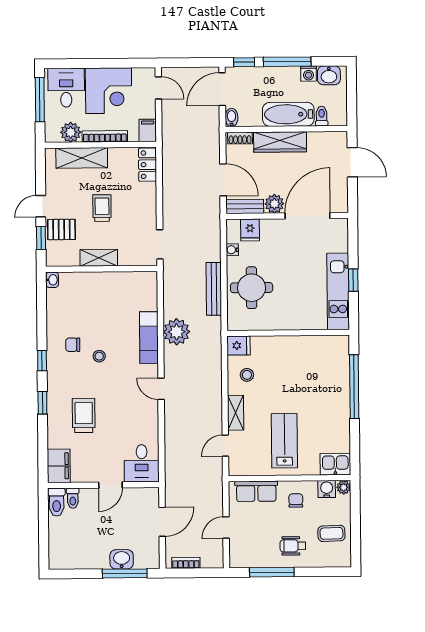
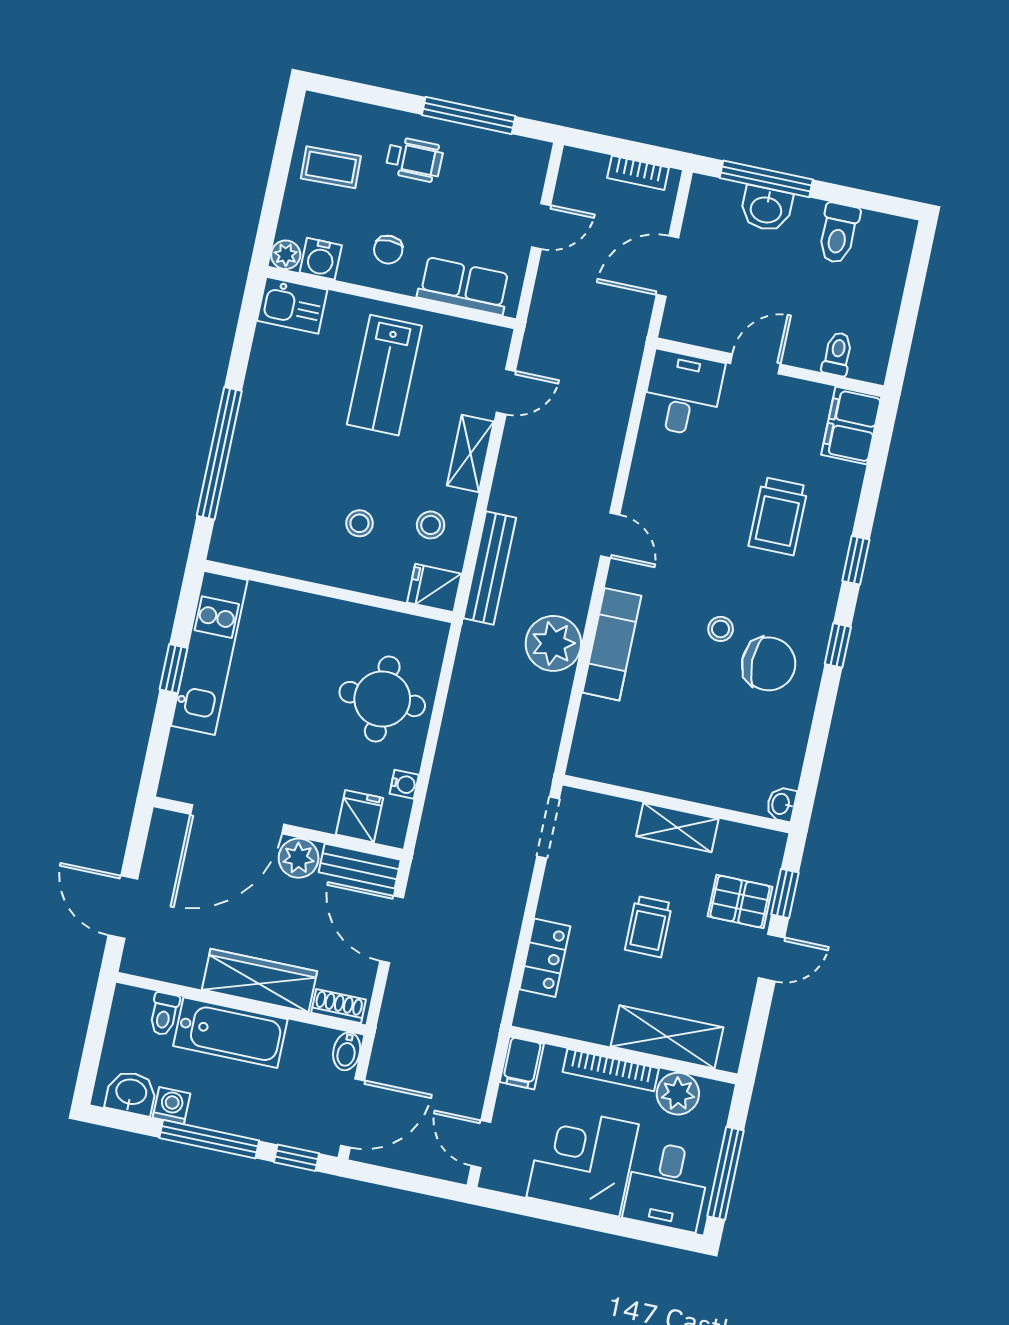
locker: (148, 165) -> (545, 958), moved
bench: (214, 289) -> (490, 568), moved
chair: (73, 345) -> (769, 664), width x1.87, depth x1.87
stool: (281, 368) -> (359, 523), added
toilet: (57, 502) -> (838, 233), moved, turned 180

